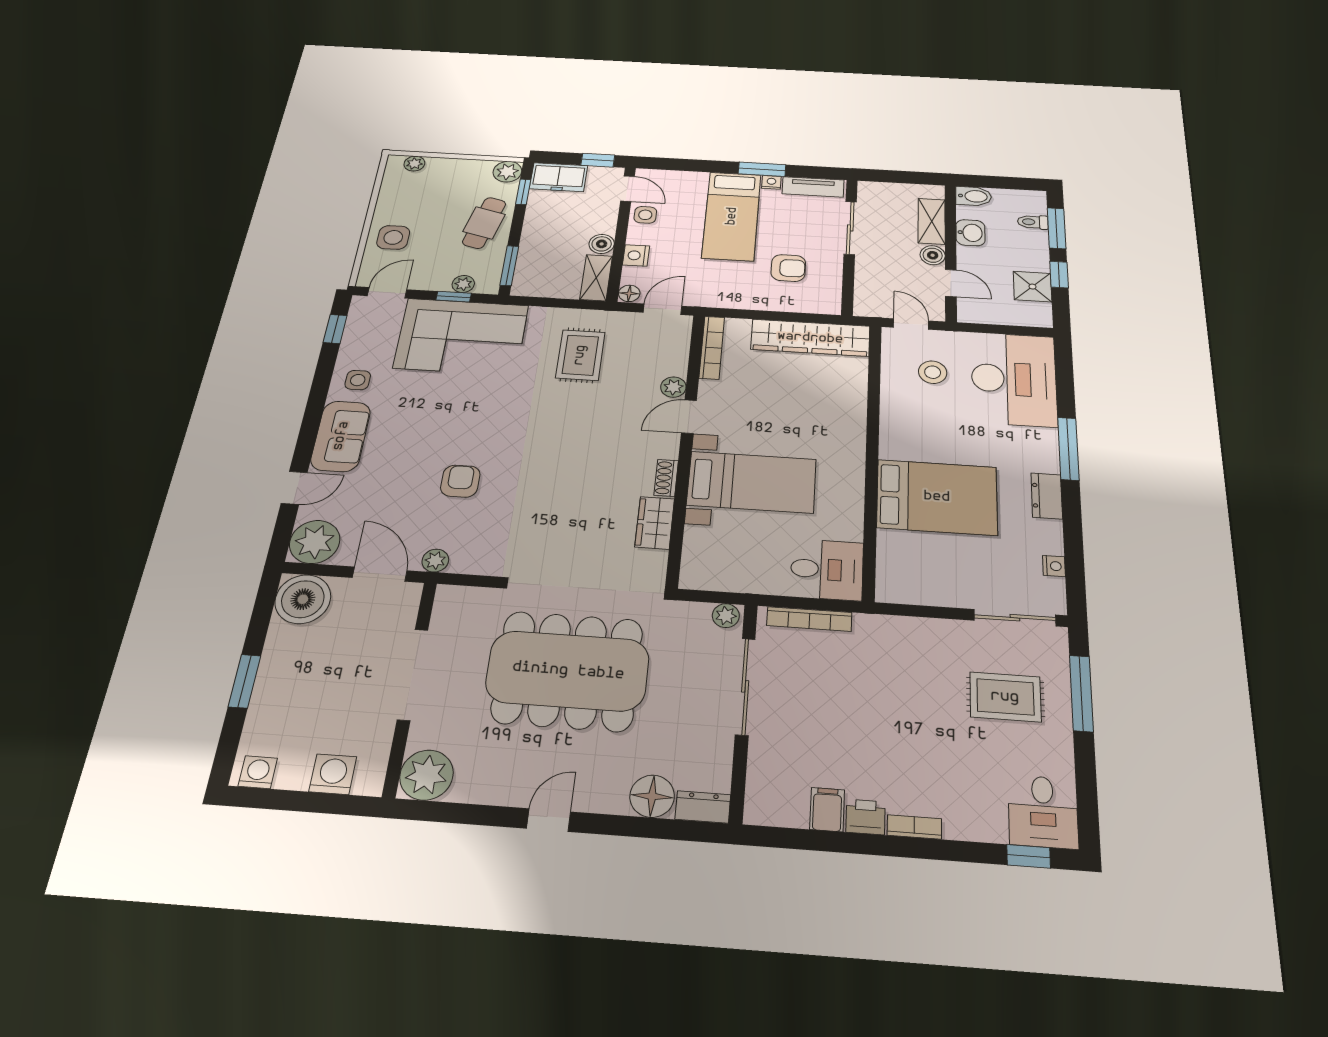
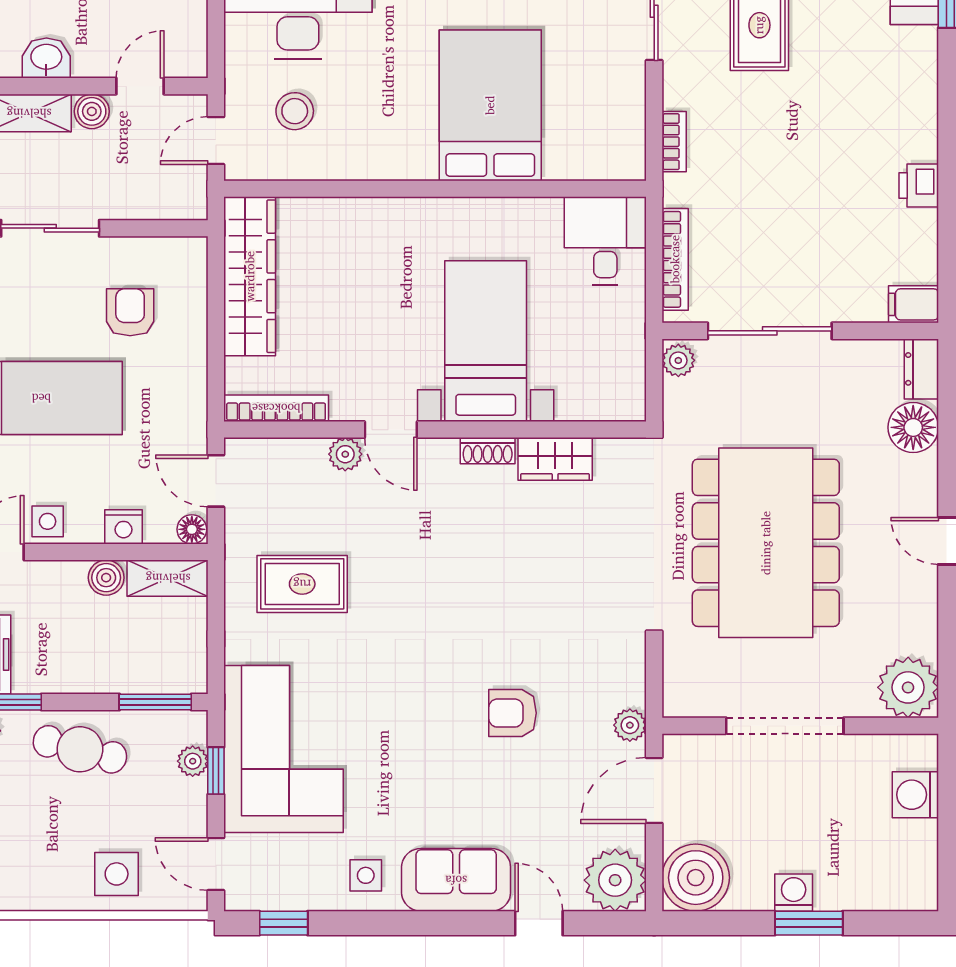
washing machine: (258, 772) -> (794, 893), moved, turned 90
filing cabinet: (827, 810) -> (914, 304), moved
bookcase: (914, 827) -> (674, 142), moved, turned 180

